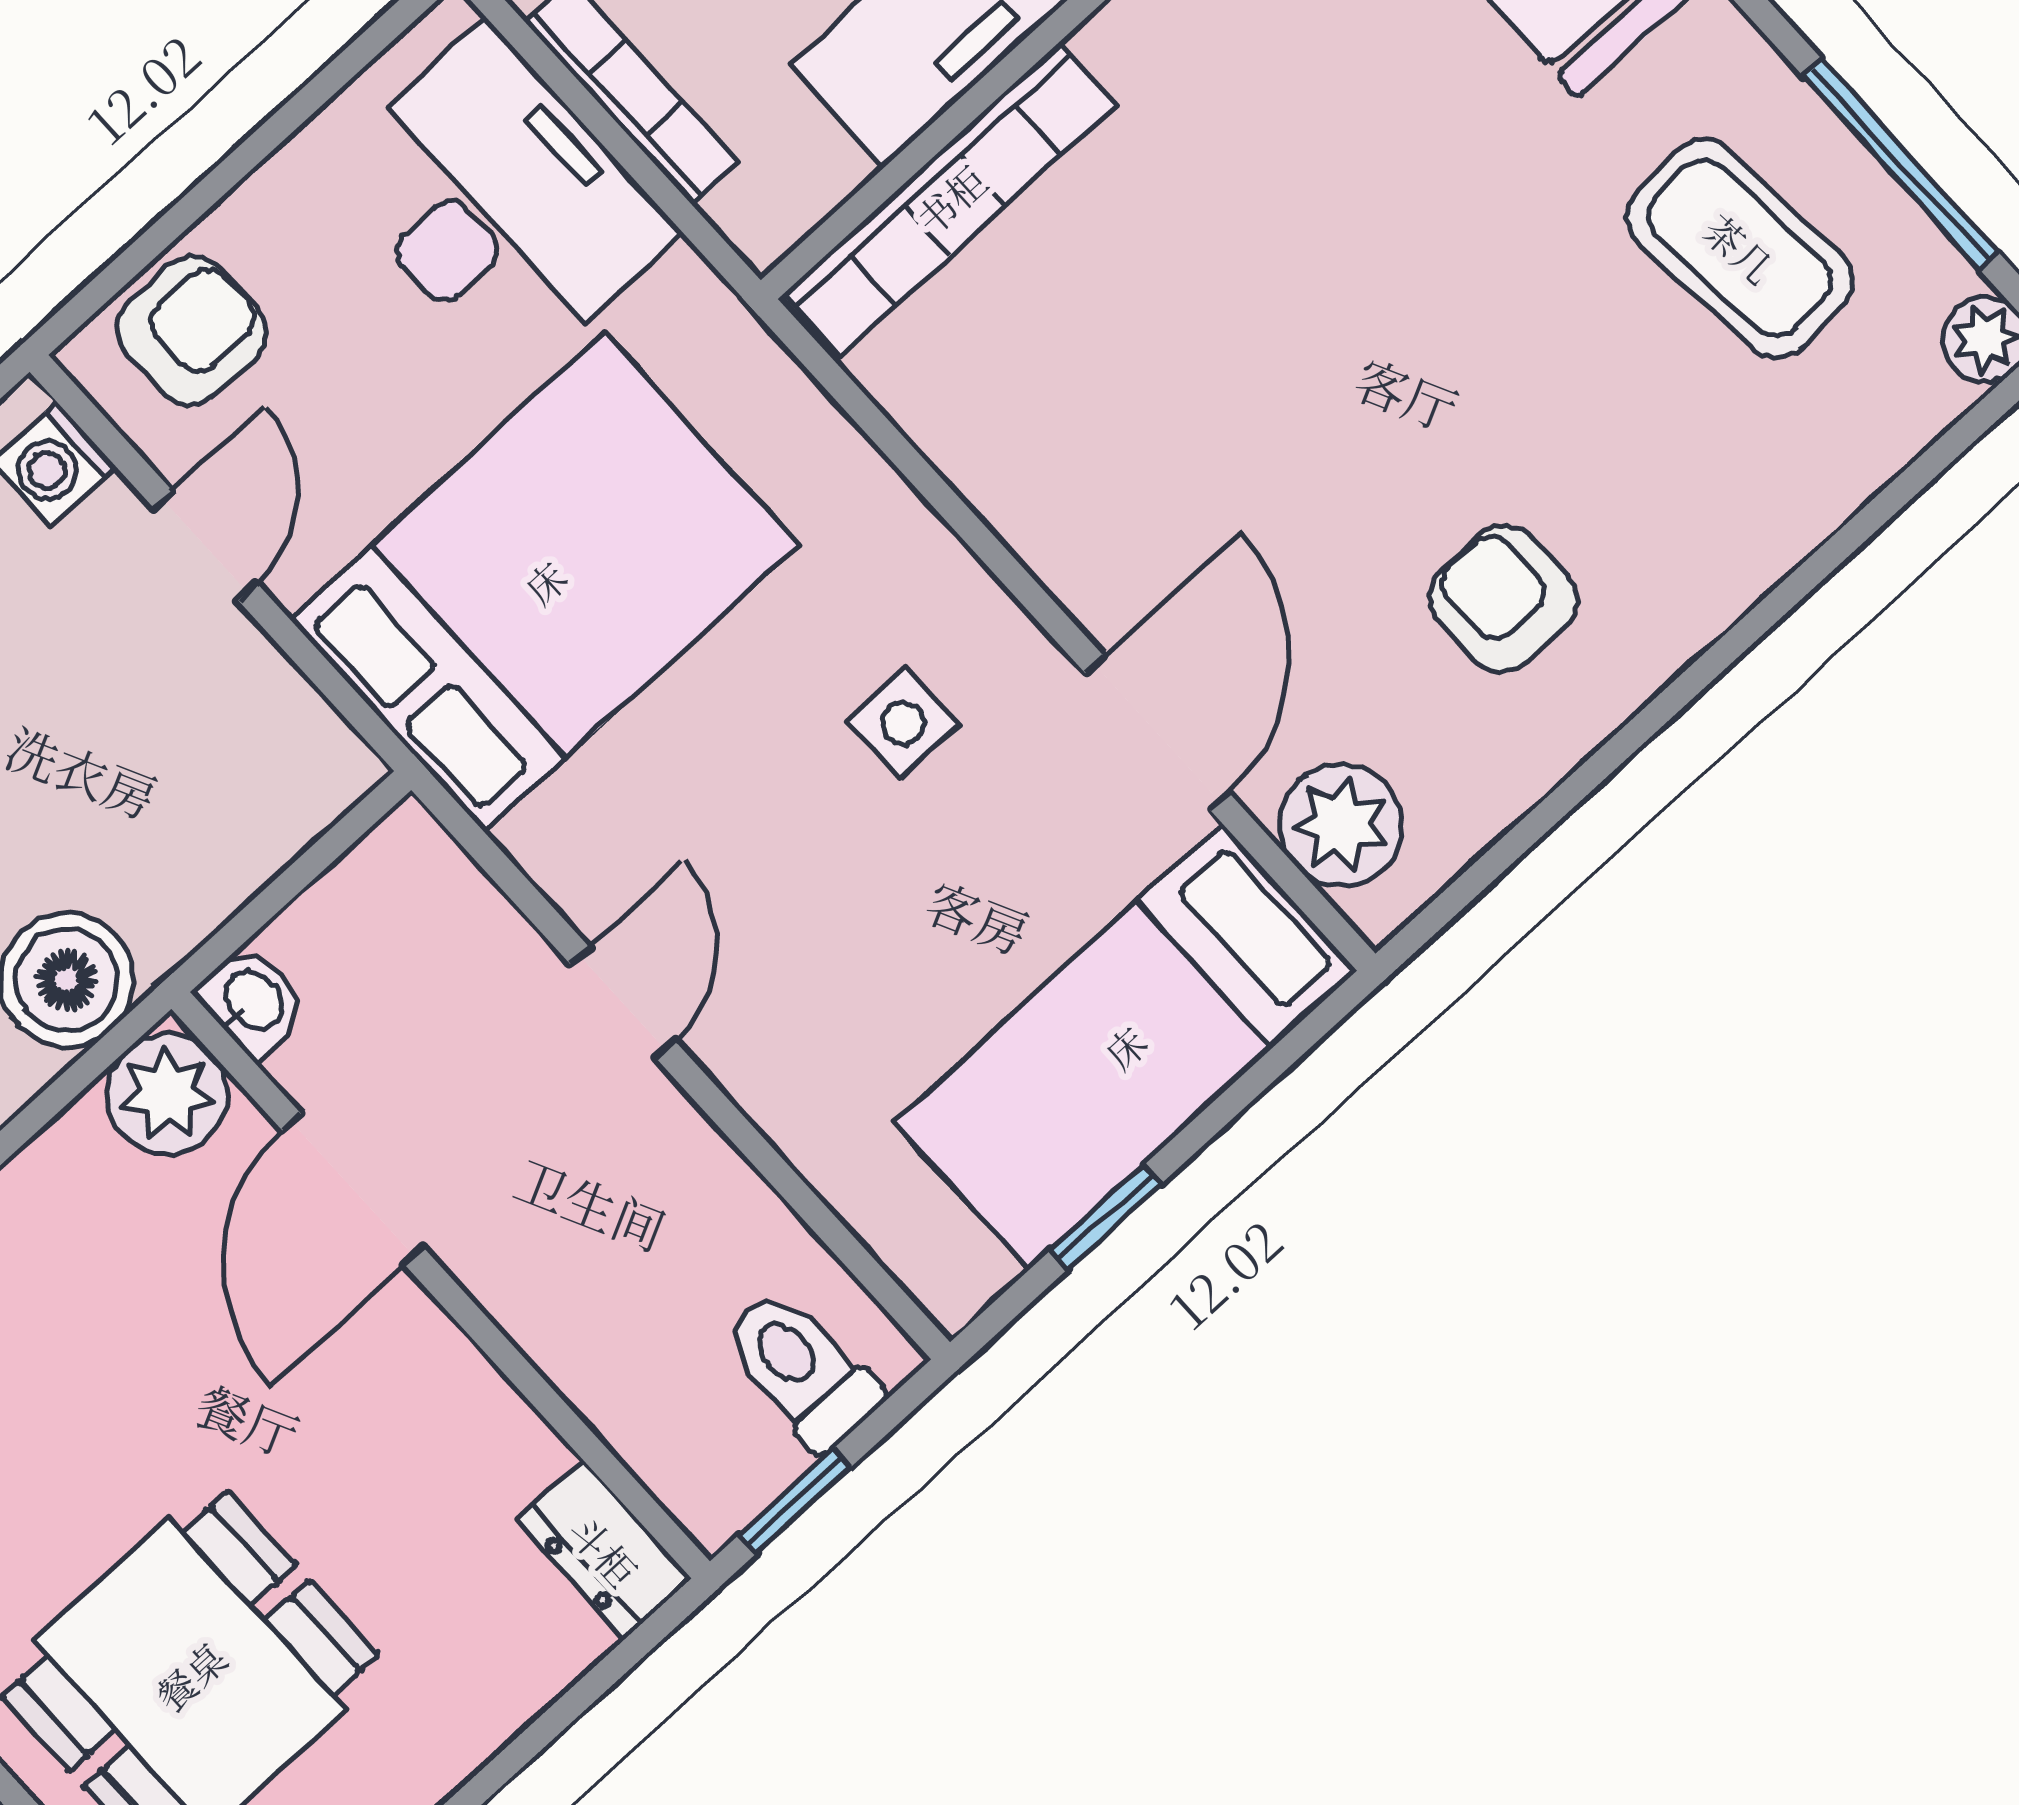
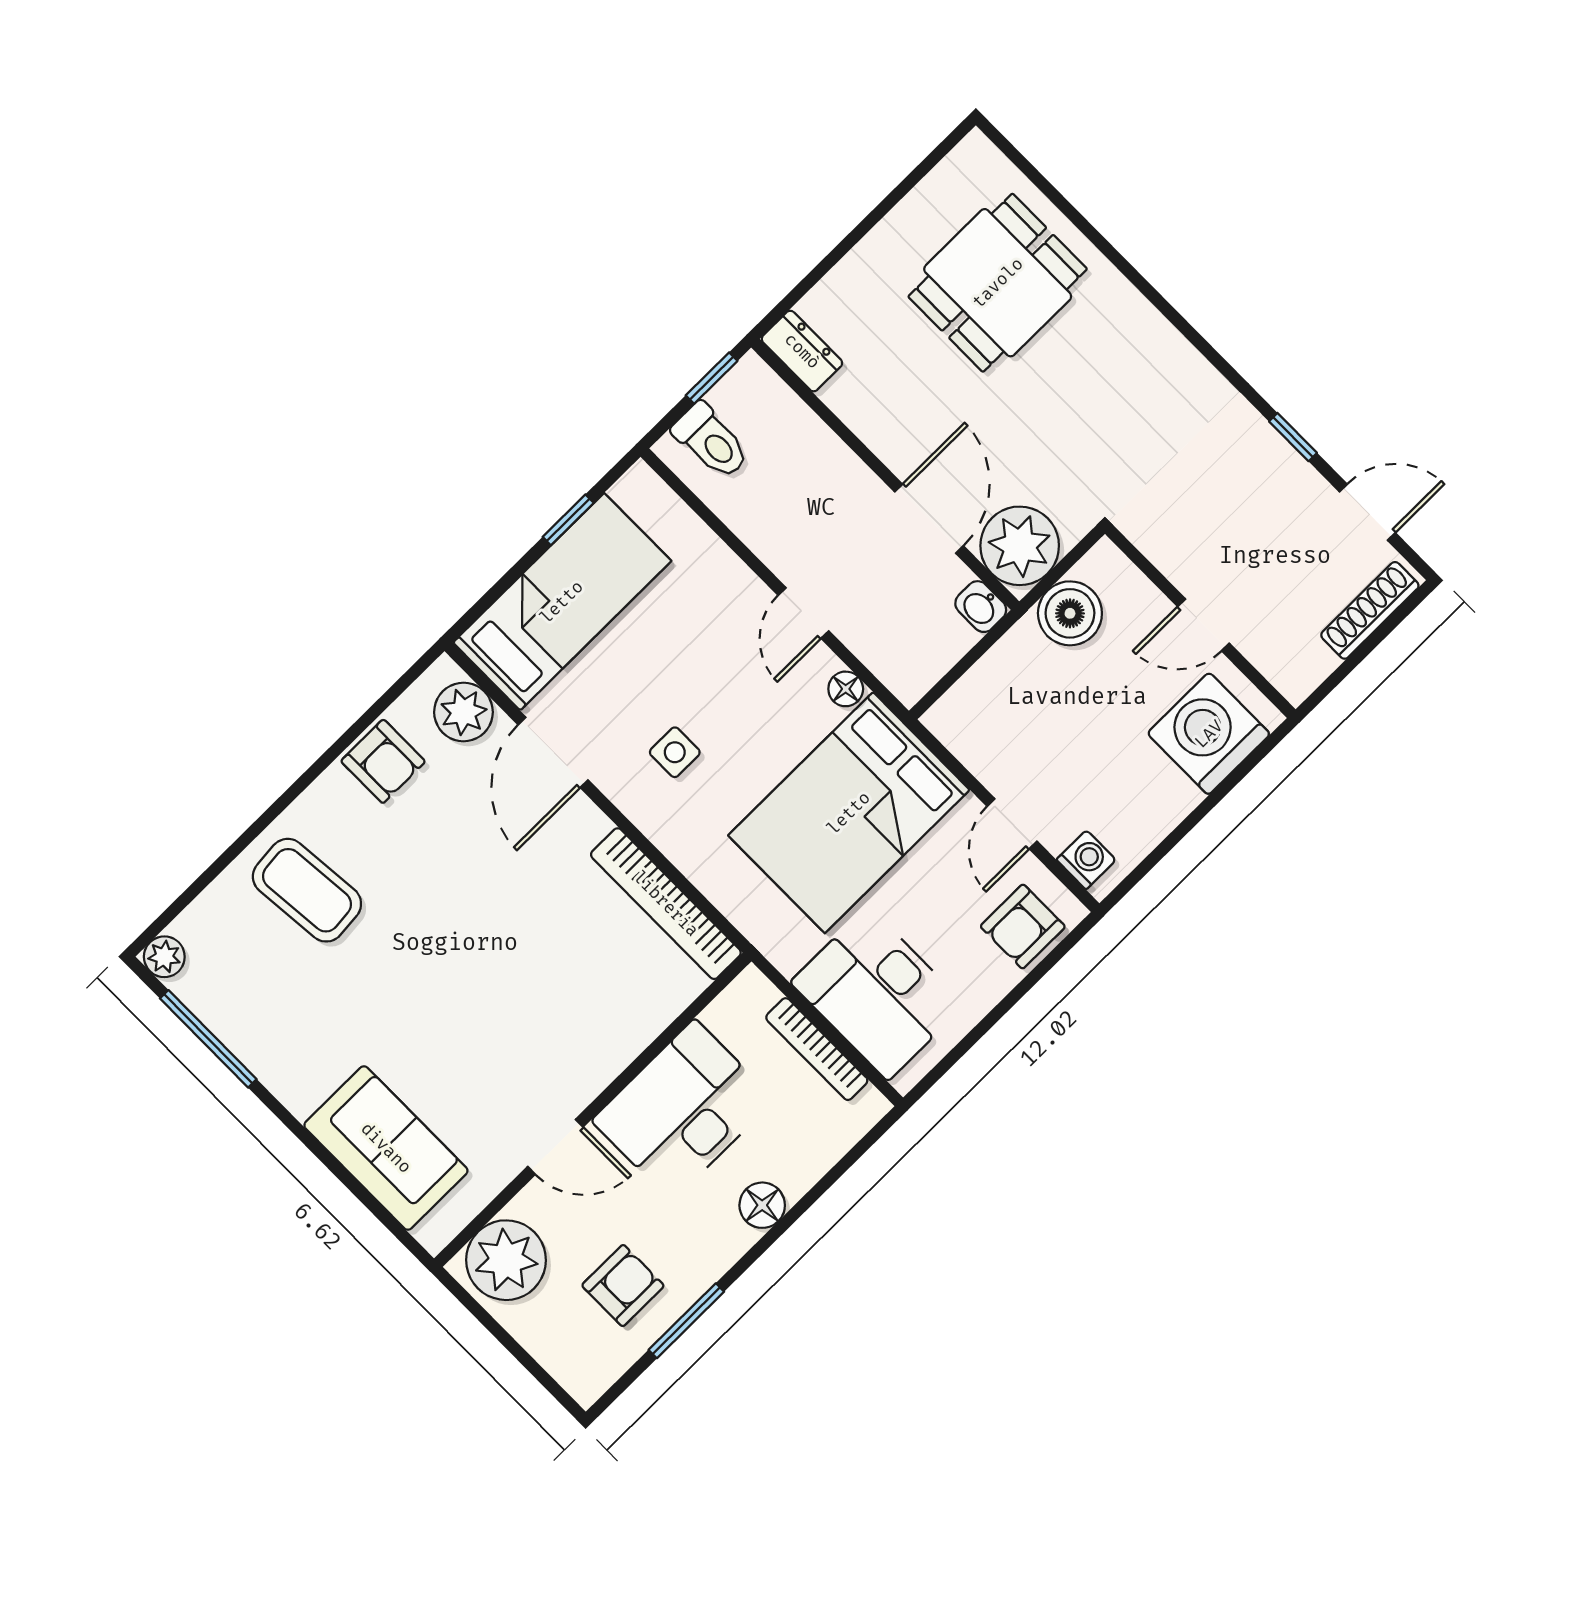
bookcase: (950, 199) -> (666, 904), moved, turned -90
coffee table: (1740, 248) -> (307, 890), moved
armchair: (1503, 598) -> (383, 761), moved
floor lamp: (541, 841) -> (846, 689), added
plant: (167, 1094) -> (1020, 546), width x1.36, depth x1.36

